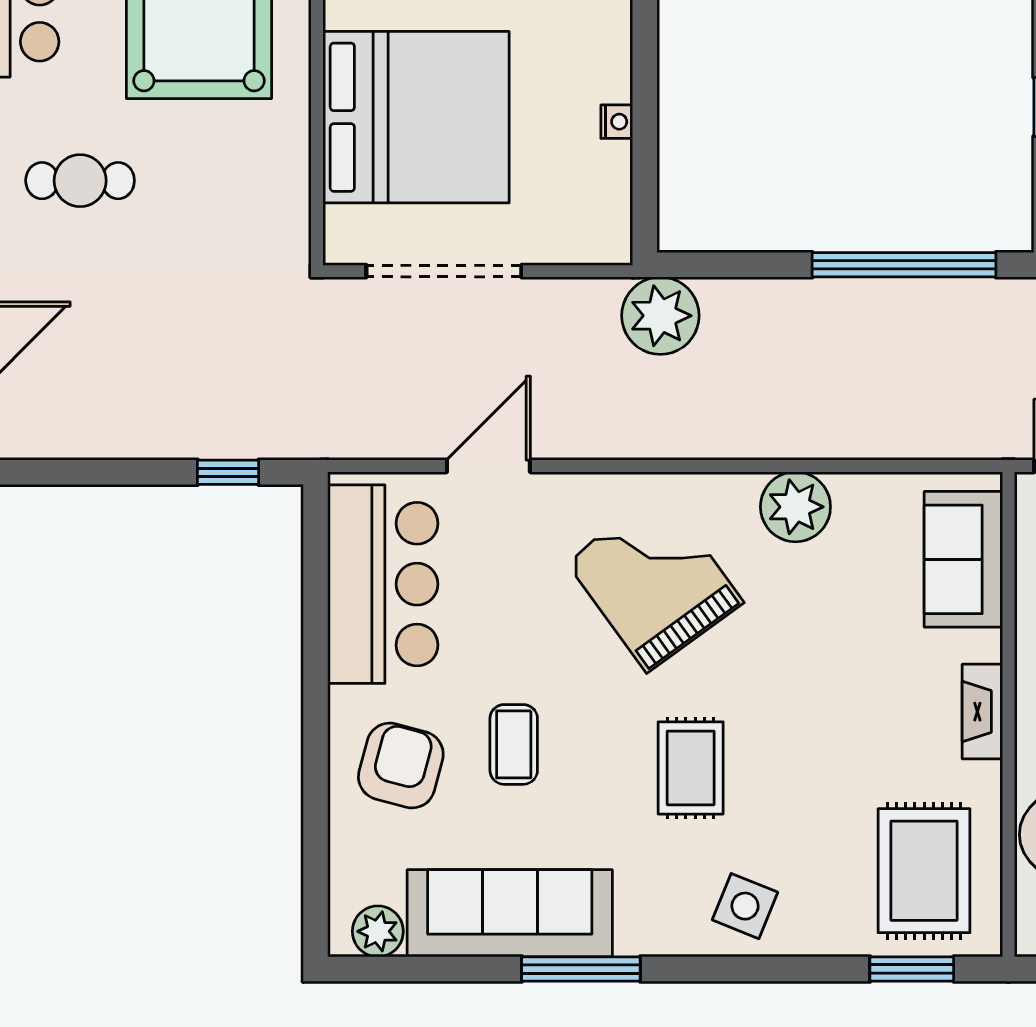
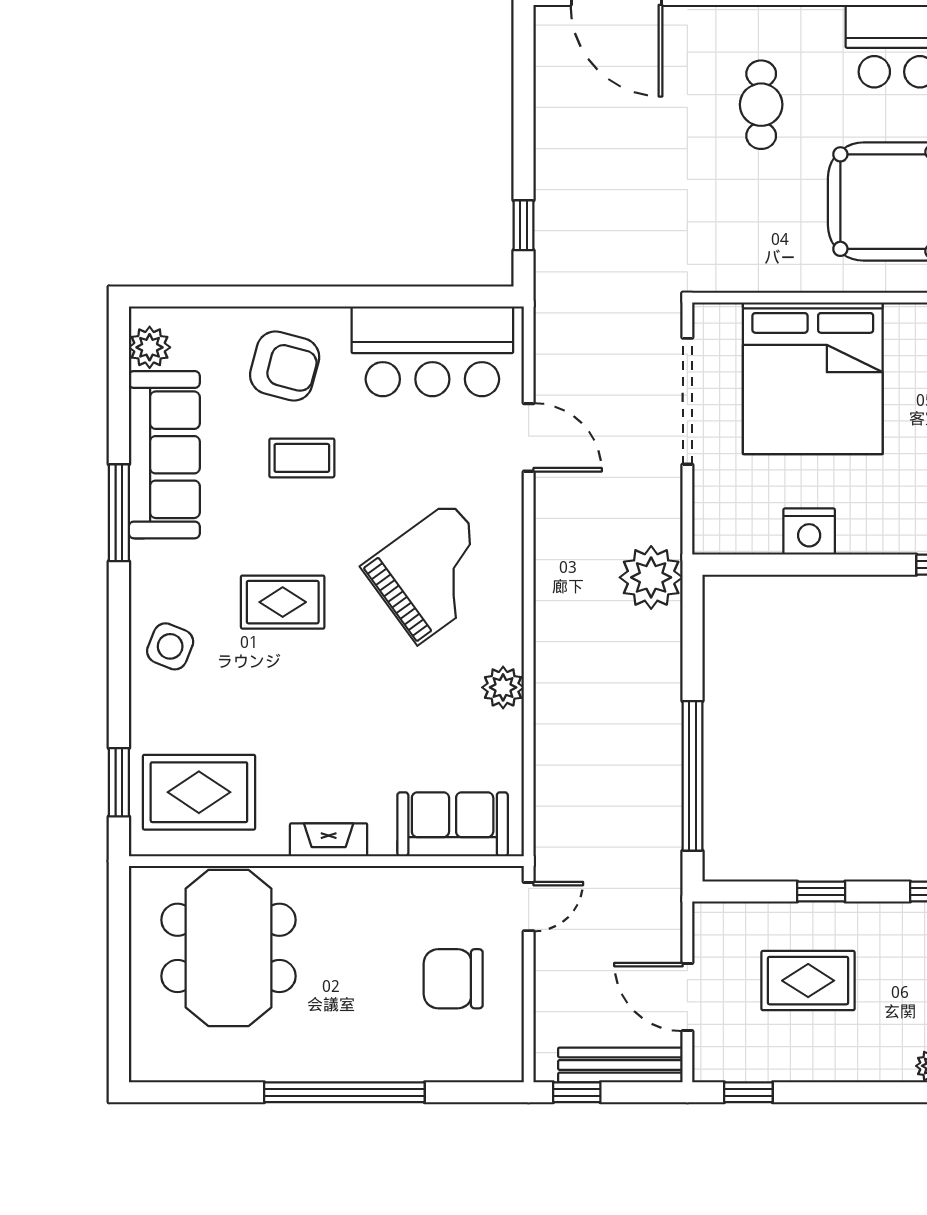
nightstand: (617, 122) -> (809, 532), width x1.89, depth x1.79
plant: (795, 507) -> (503, 687), width x0.73, depth x0.73

